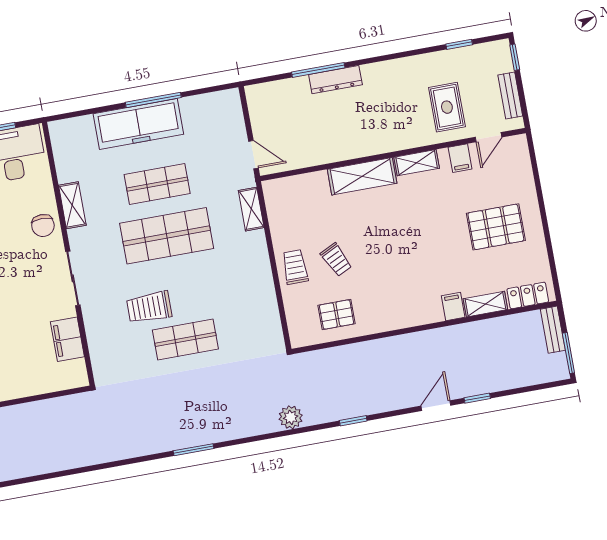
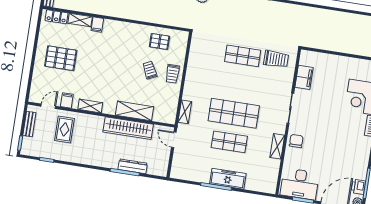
dresser: (335, 80) -> (133, 166), moved
freezer: (138, 124) -> (228, 179), width x0.73, depth x0.79
wardrobe: (339, 147) -> (128, 128), added
shelving: (362, 176) -> (134, 111), moved
trolley: (149, 307) -> (276, 59), moved

